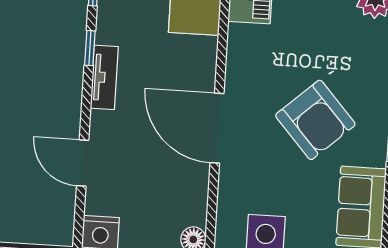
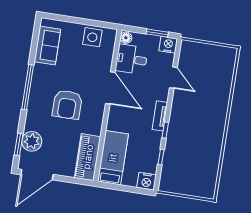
armchair: (315, 120) -> (67, 105), moved, turned -138
desk: (177, 194) -> (132, 59), added

